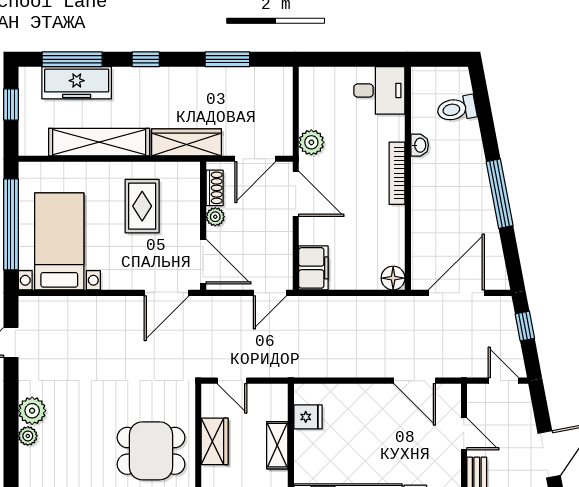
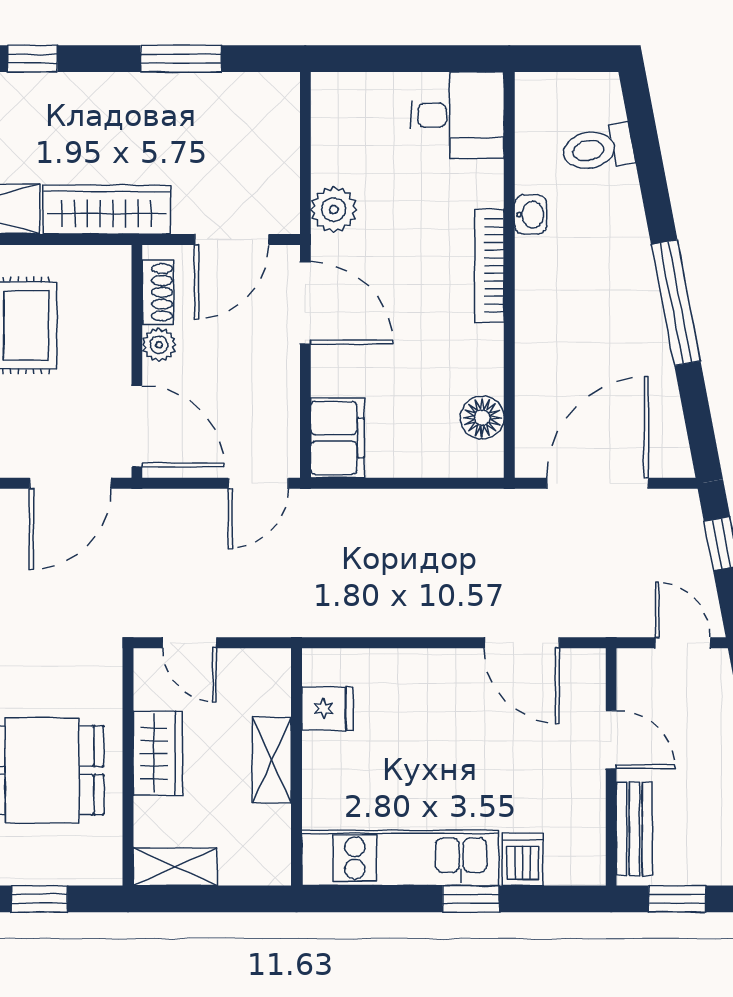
floor lamp: (393, 278) -> (482, 418), moved

